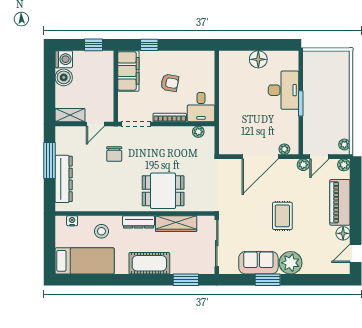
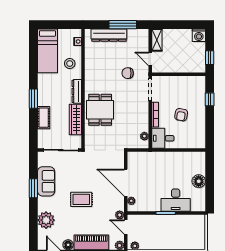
filing cabinet: (128, 71) -> (190, 84), removed
boiler: (64, 77) -> (185, 35), removed
cot: (149, 263) -> (44, 118), moved, width x0.73, depth x0.75
plant: (291, 263) -> (46, 220), moved
window: (186, 280) -> (33, 99), moved

